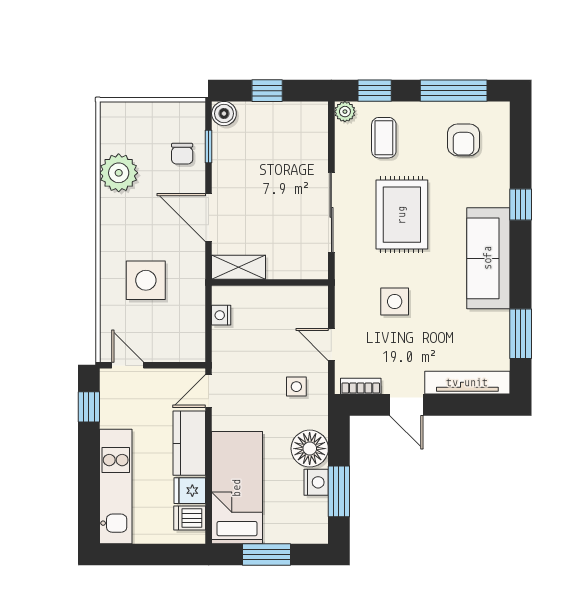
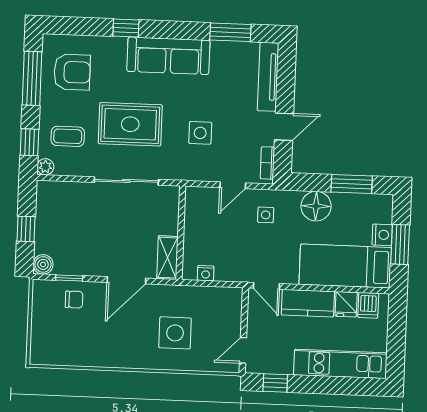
armchair: (463, 140) -> (72, 72), width x1.38, depth x1.38
plant: (119, 173) -> (87, 351), removed
nightstand: (316, 482) -> (382, 235), moved, turned 90

